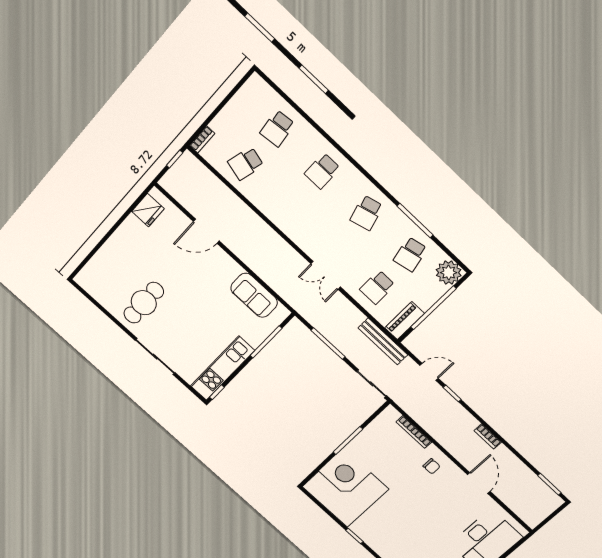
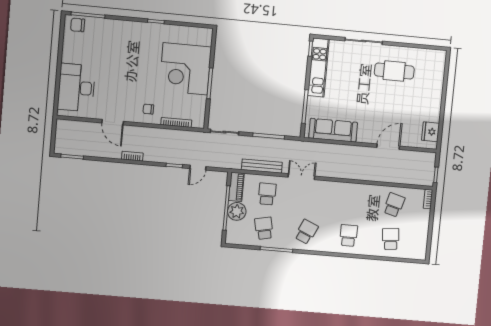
school desk: (367, 213) -> (306, 232), turned 39
plant: (449, 273) -> (237, 211), moved
sofa: (254, 295) -> (333, 130), width x1.36
cafe table: (144, 303) -> (394, 71), turned 90
bench: (383, 341) -> (262, 166), moved
corner desk: (345, 488) -> (185, 69), moved, turned 90

